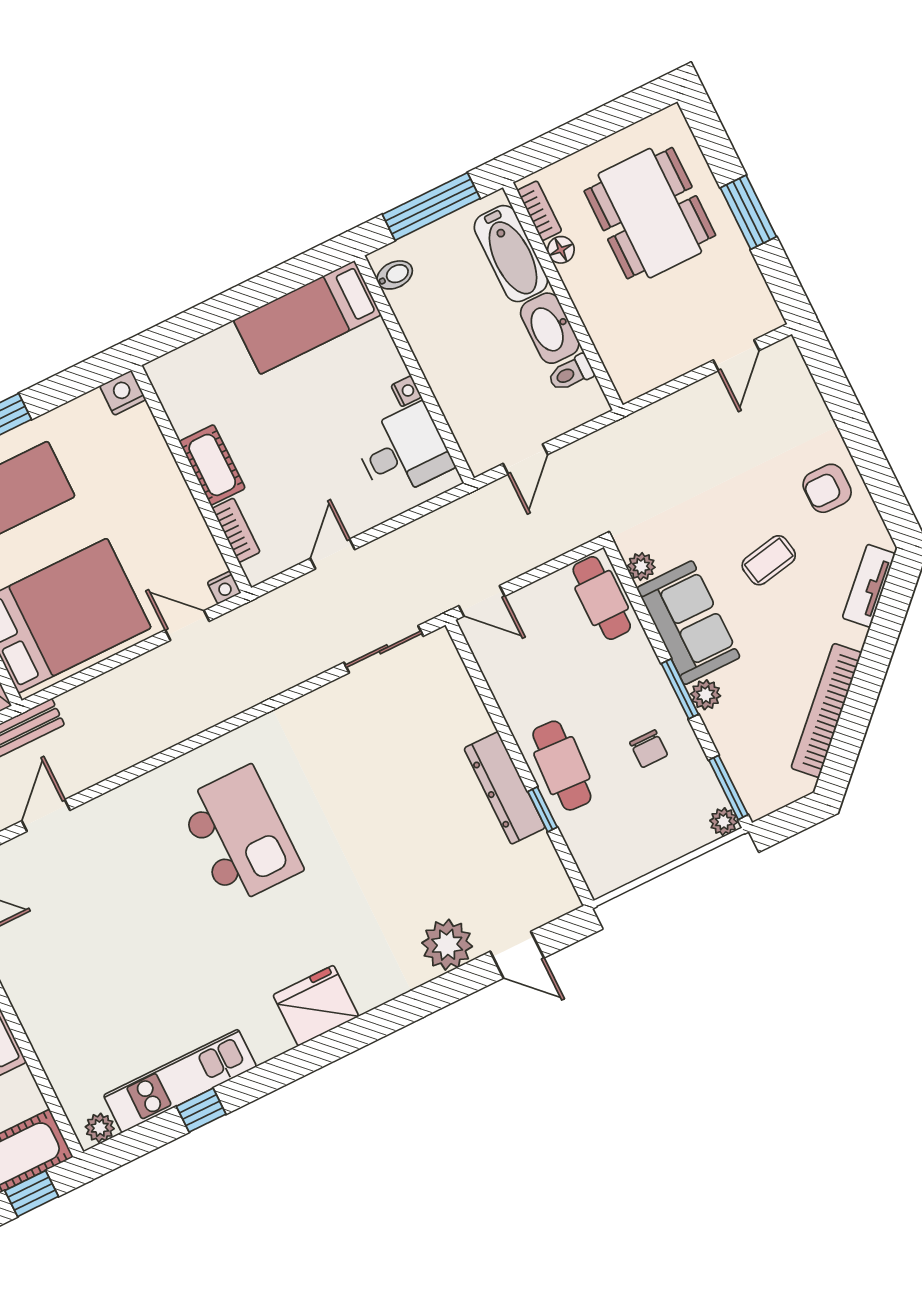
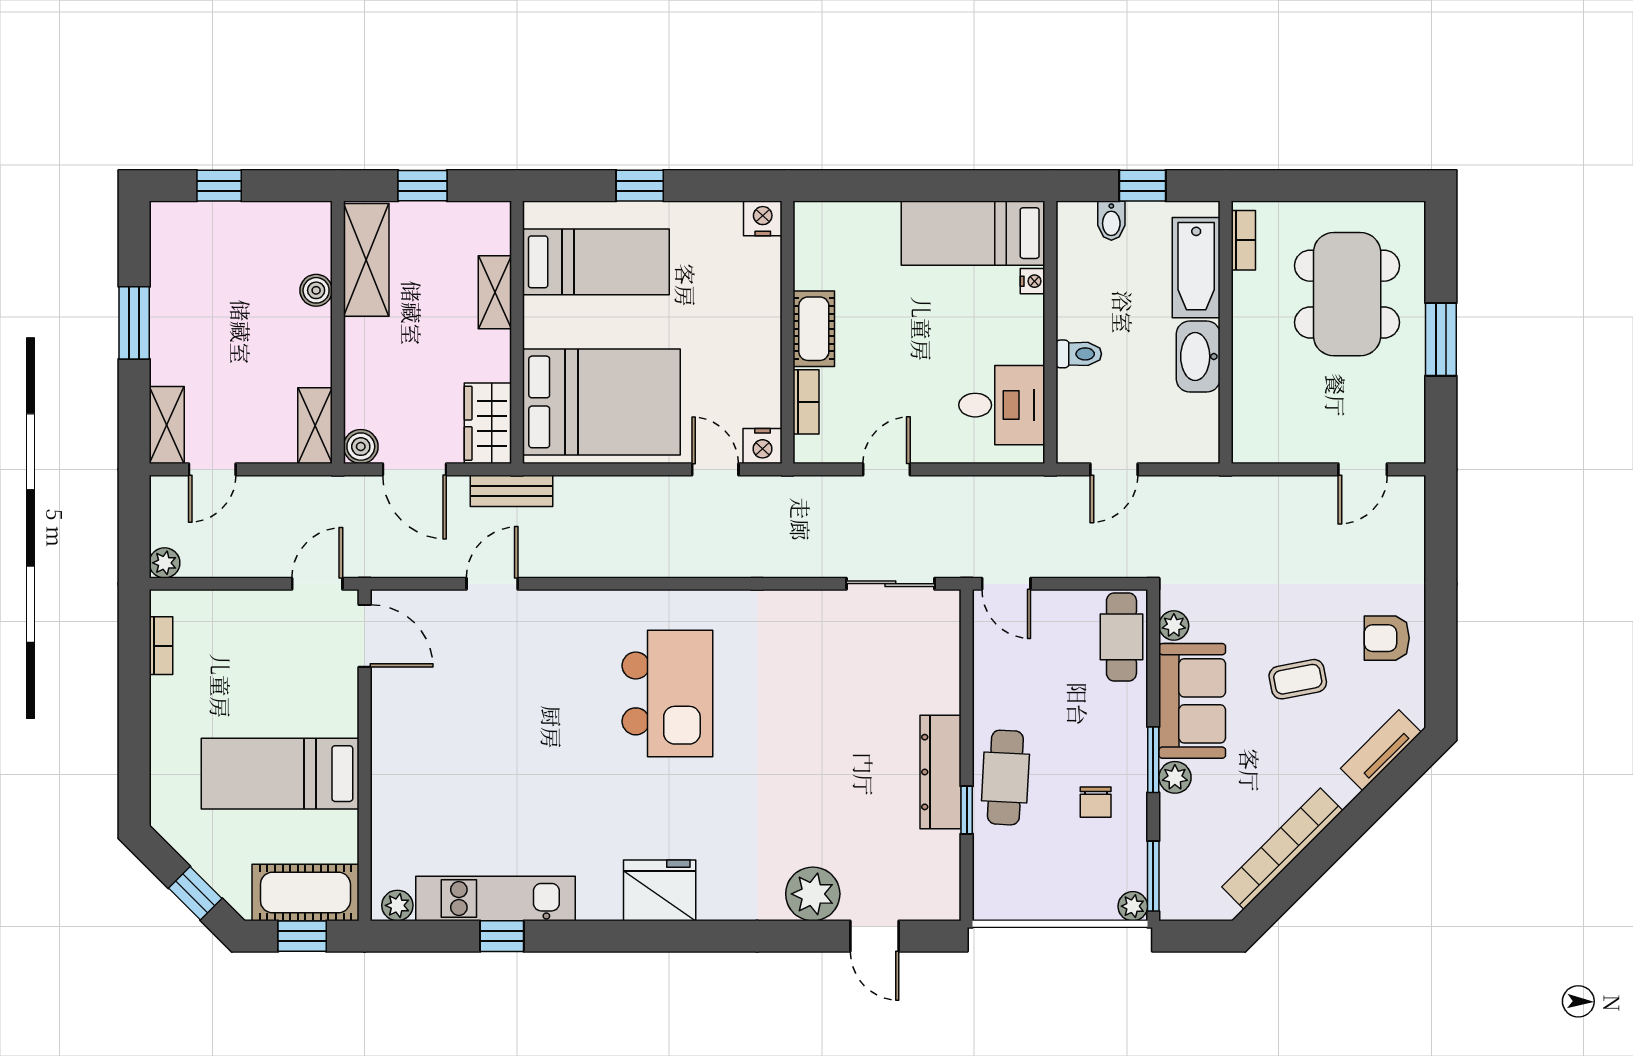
window: (431, 206) -> (1143, 186), width x0.46
floor lamp: (561, 250) -> (1245, 287), removed
bidet: (395, 275) -> (1111, 221), moved, turned 90
toilet: (571, 373) -> (1079, 354), moved, turned 180
nightstand: (406, 391) -> (1033, 281), moved
nightstand: (224, 588) -> (763, 446), width x1.39, depth x1.35

